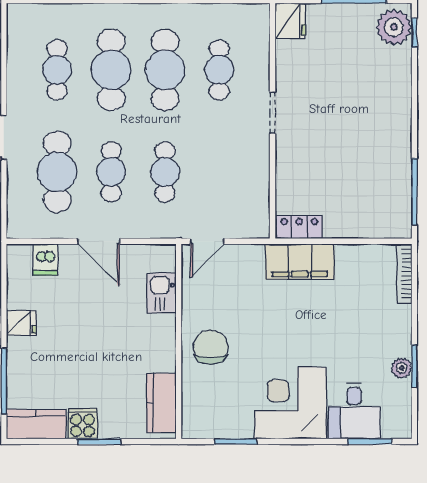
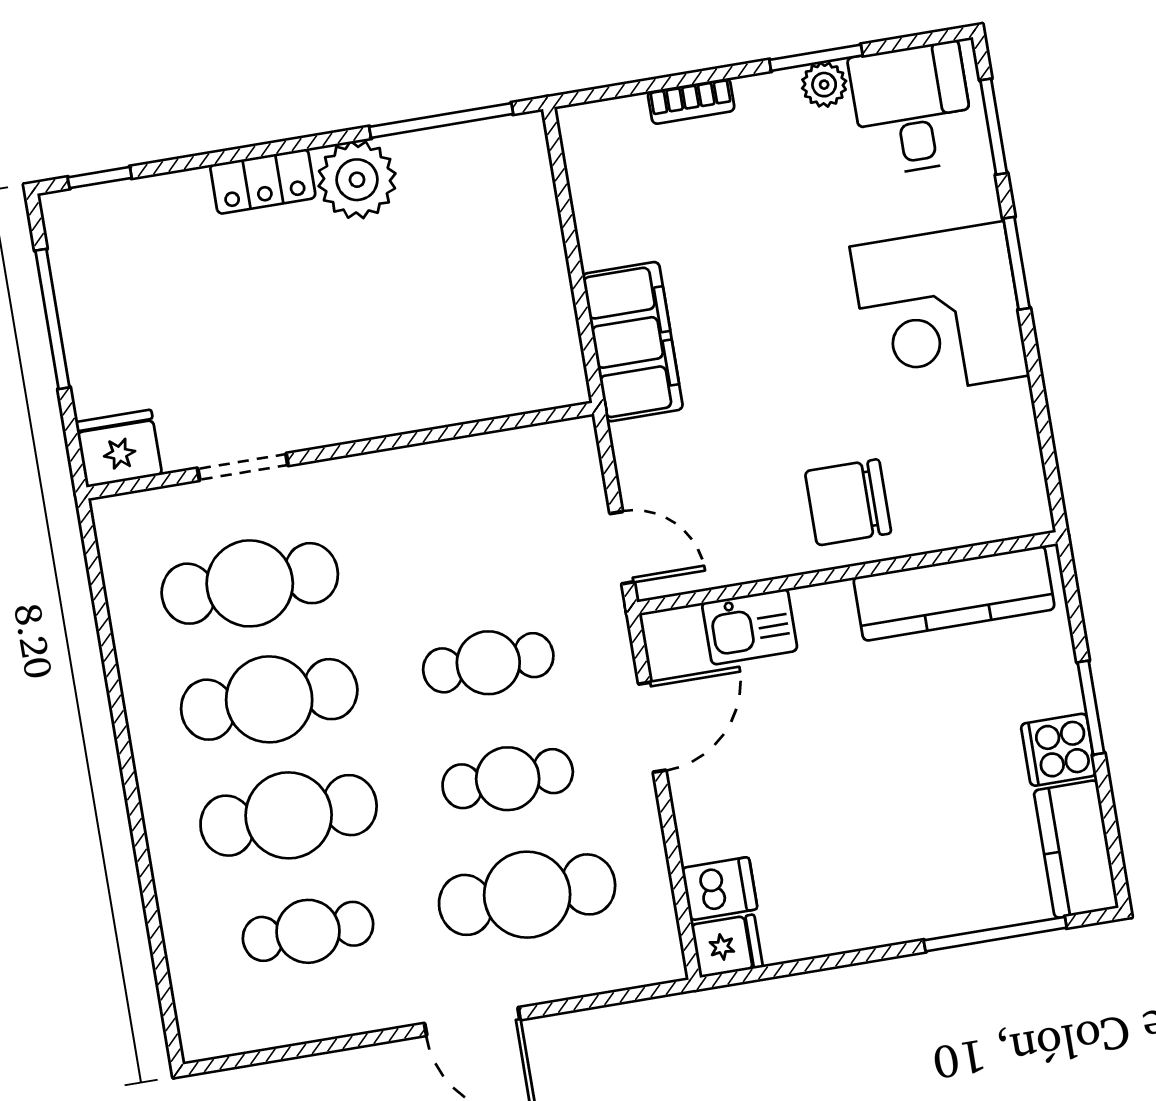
plant: (394, 27) -> (357, 180), moved
cafe table: (219, 70) -> (250, 583), width x1.37, depth x1.35
doorway: (272, 113) -> (243, 467), moved
locker: (299, 227) -> (263, 181), moved, turned -90
door: (99, 241) -> (652, 727), moved
bookcase: (404, 274) -> (691, 101), moved, width x0.64
fridge: (21, 323) -> (727, 946), moved, turned 90
kitchen counter: (161, 403) -> (954, 593), width x1.50
desk: (354, 411) -> (912, 109), moved, turned -90
window: (236, 442) -> (1017, 263), moved

